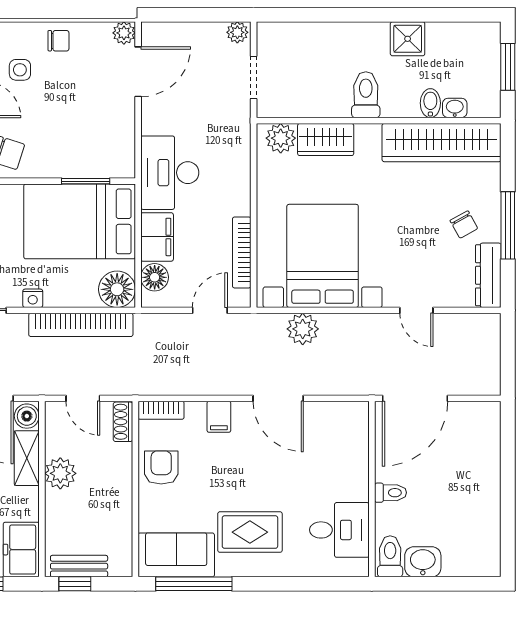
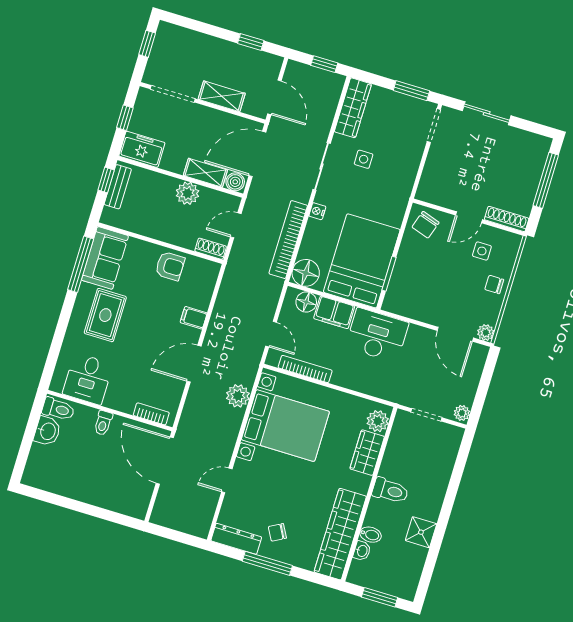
chair: (58, 41) -> (494, 285), turned 90
bookcase: (161, 410) -> (151, 414), moved, turned 90

